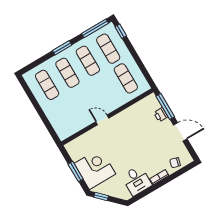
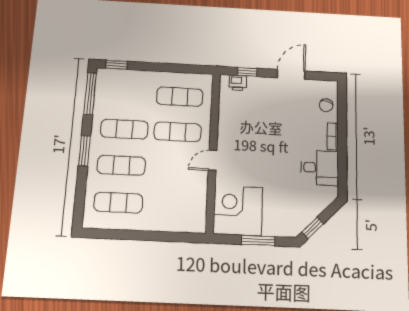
exercise mat: (108, 49) -> (178, 132), moved
window: (165, 106) -> (247, 72), width x0.46
printer: (161, 115) -> (238, 83), moved
corner desk: (95, 169) -> (238, 211), moved

